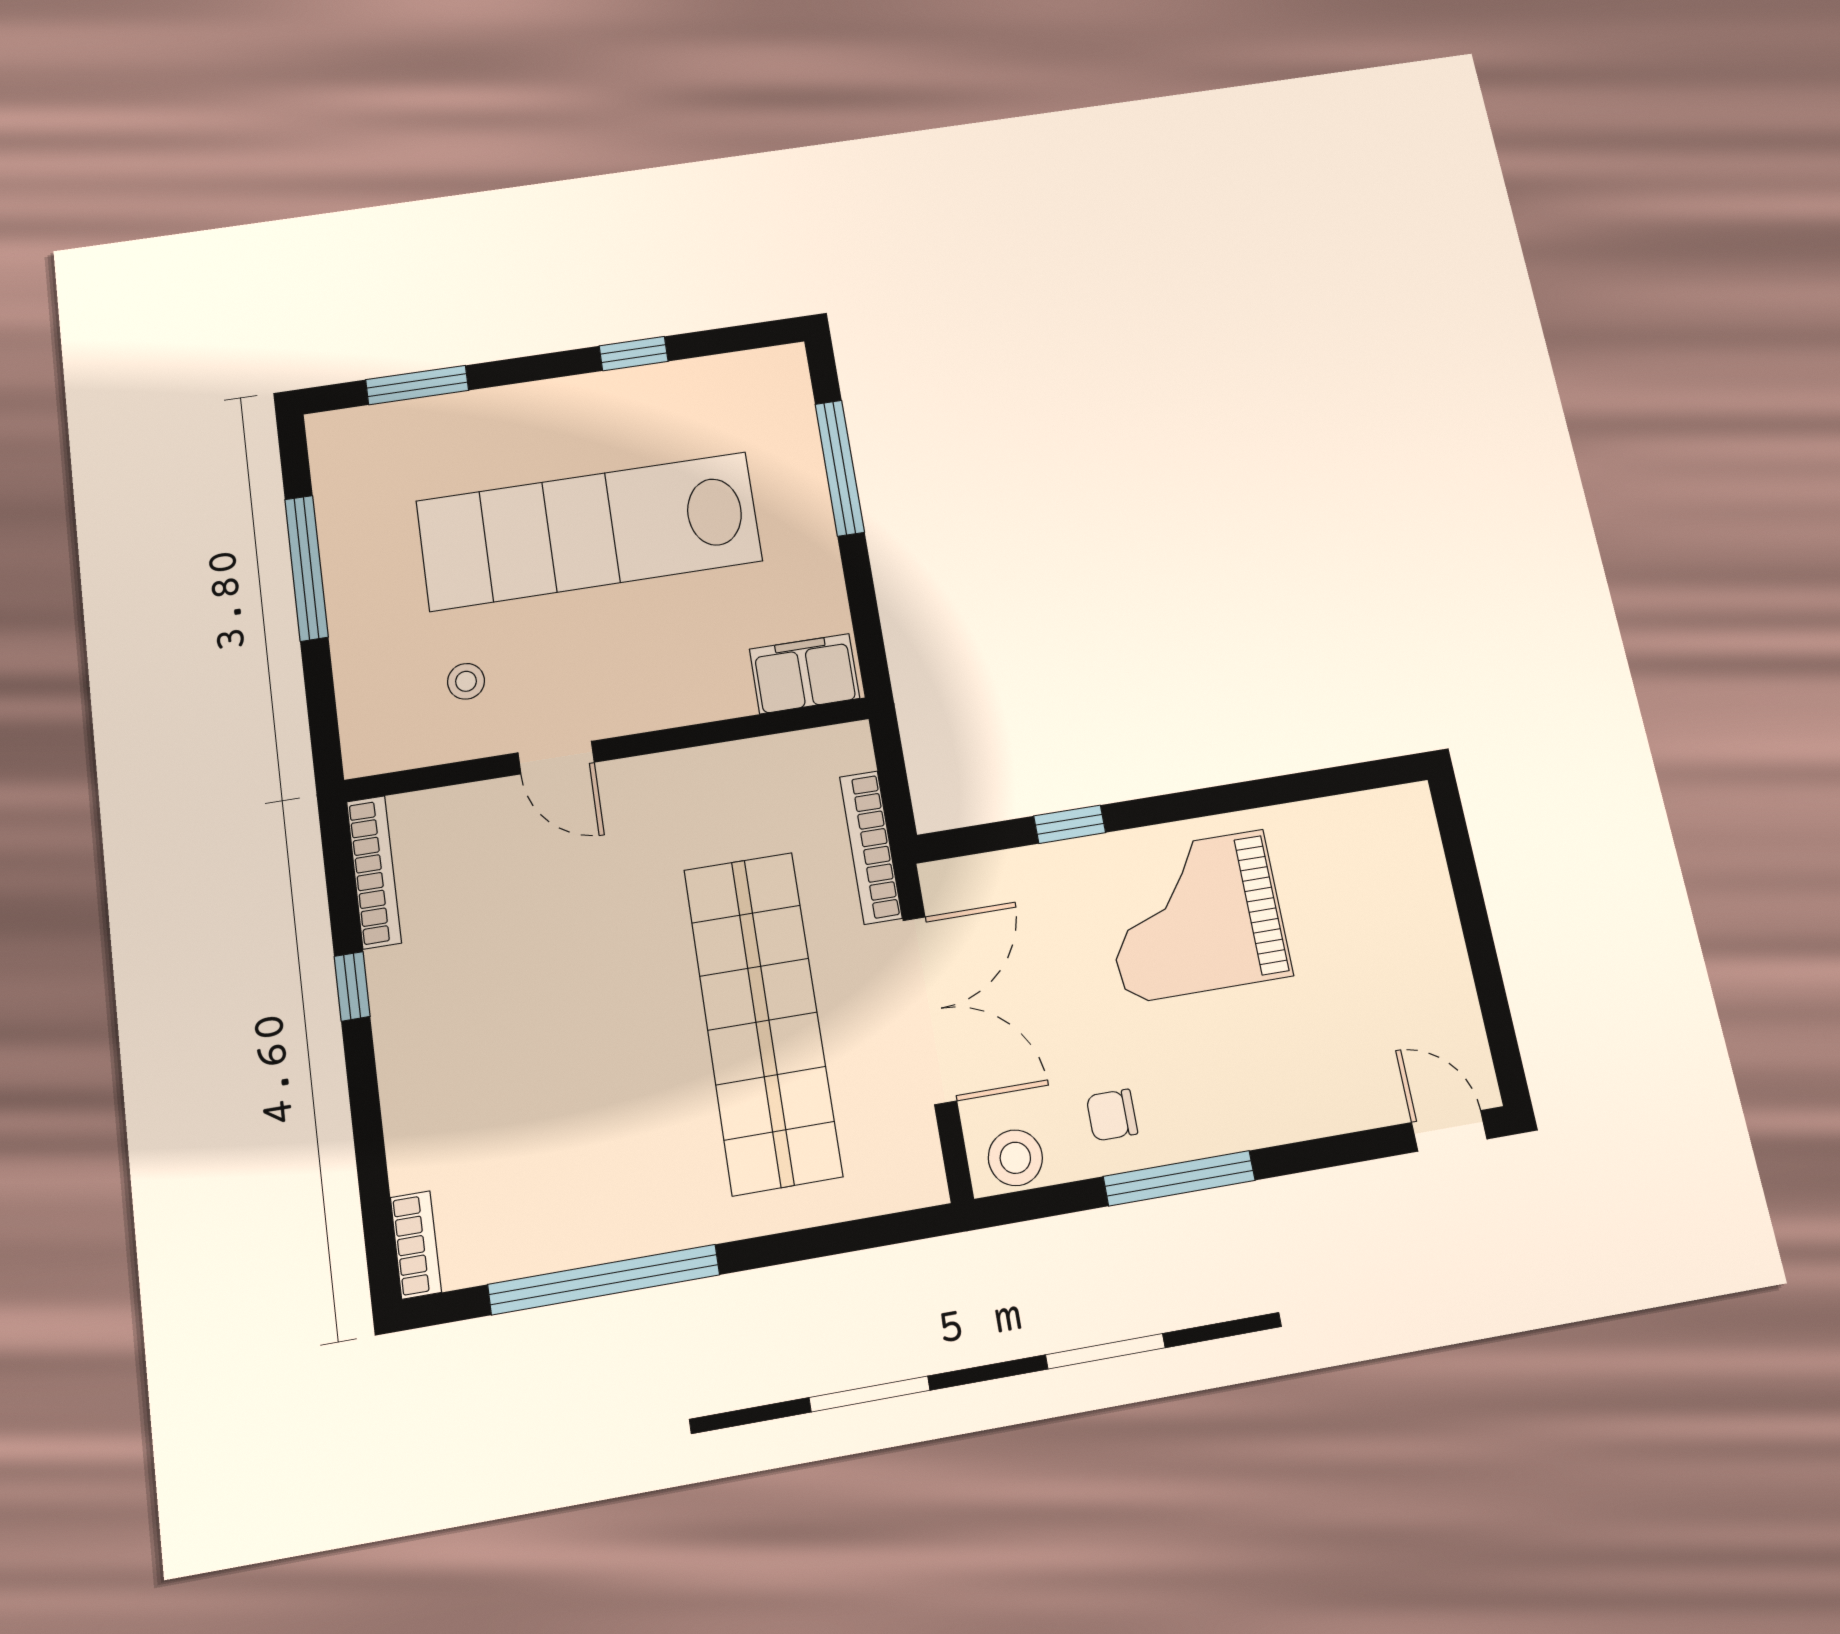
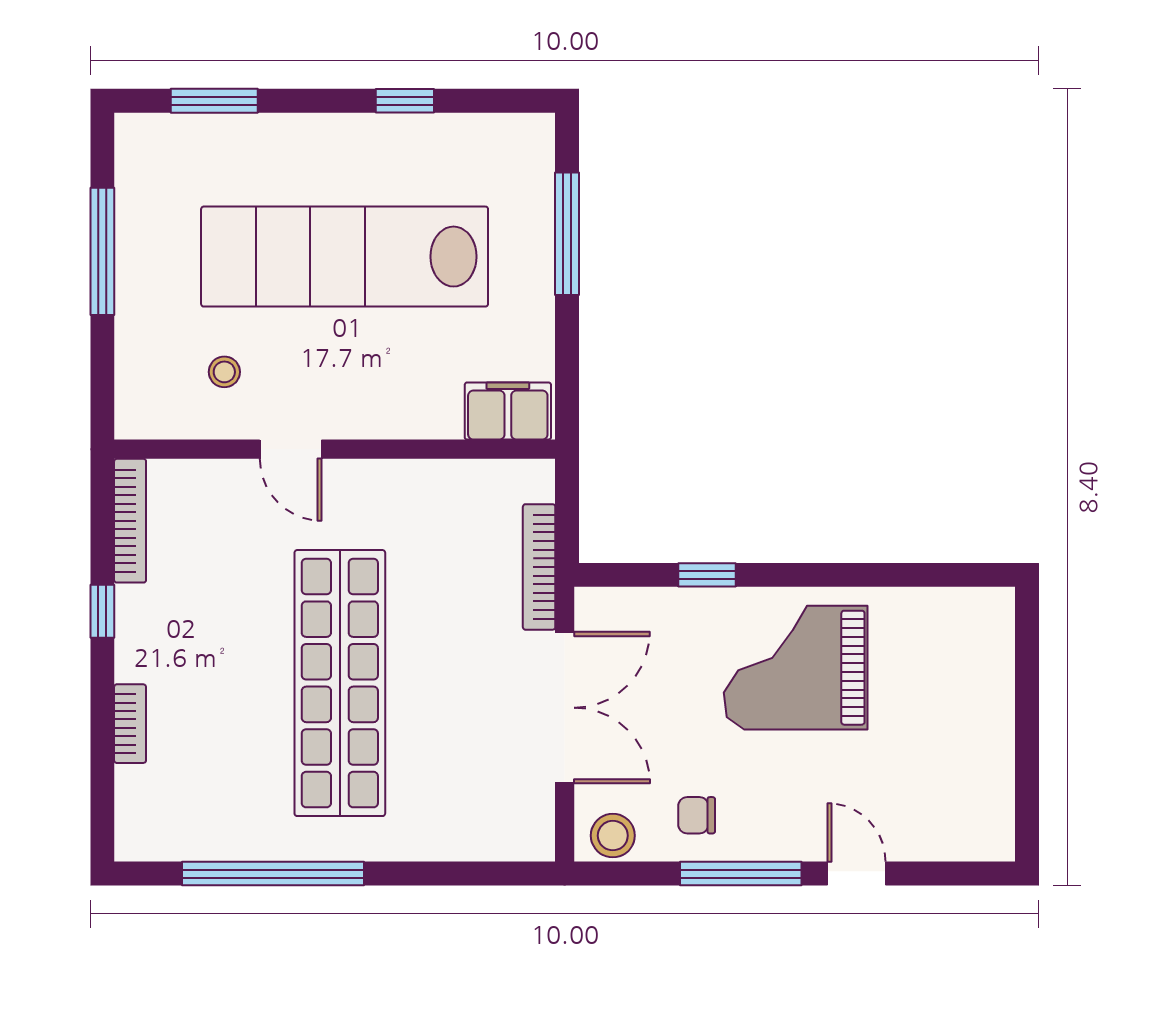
shop shelf: (762, 1021) -> (340, 683), moved
door: (1449, 1131) -> (856, 874), moved
bookcase: (416, 1245) -> (130, 724), moved

